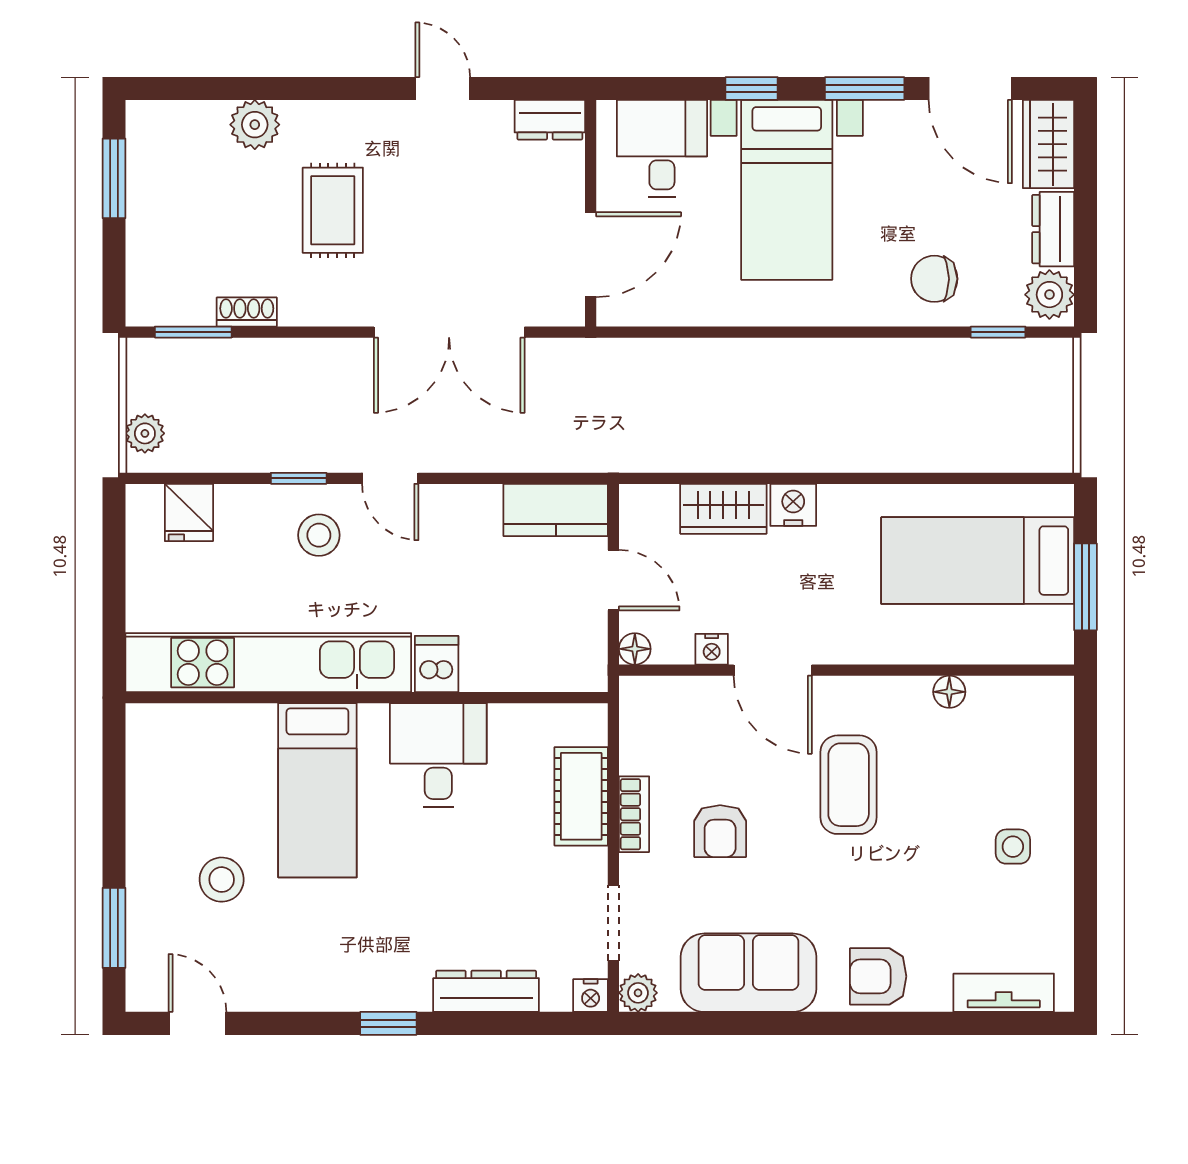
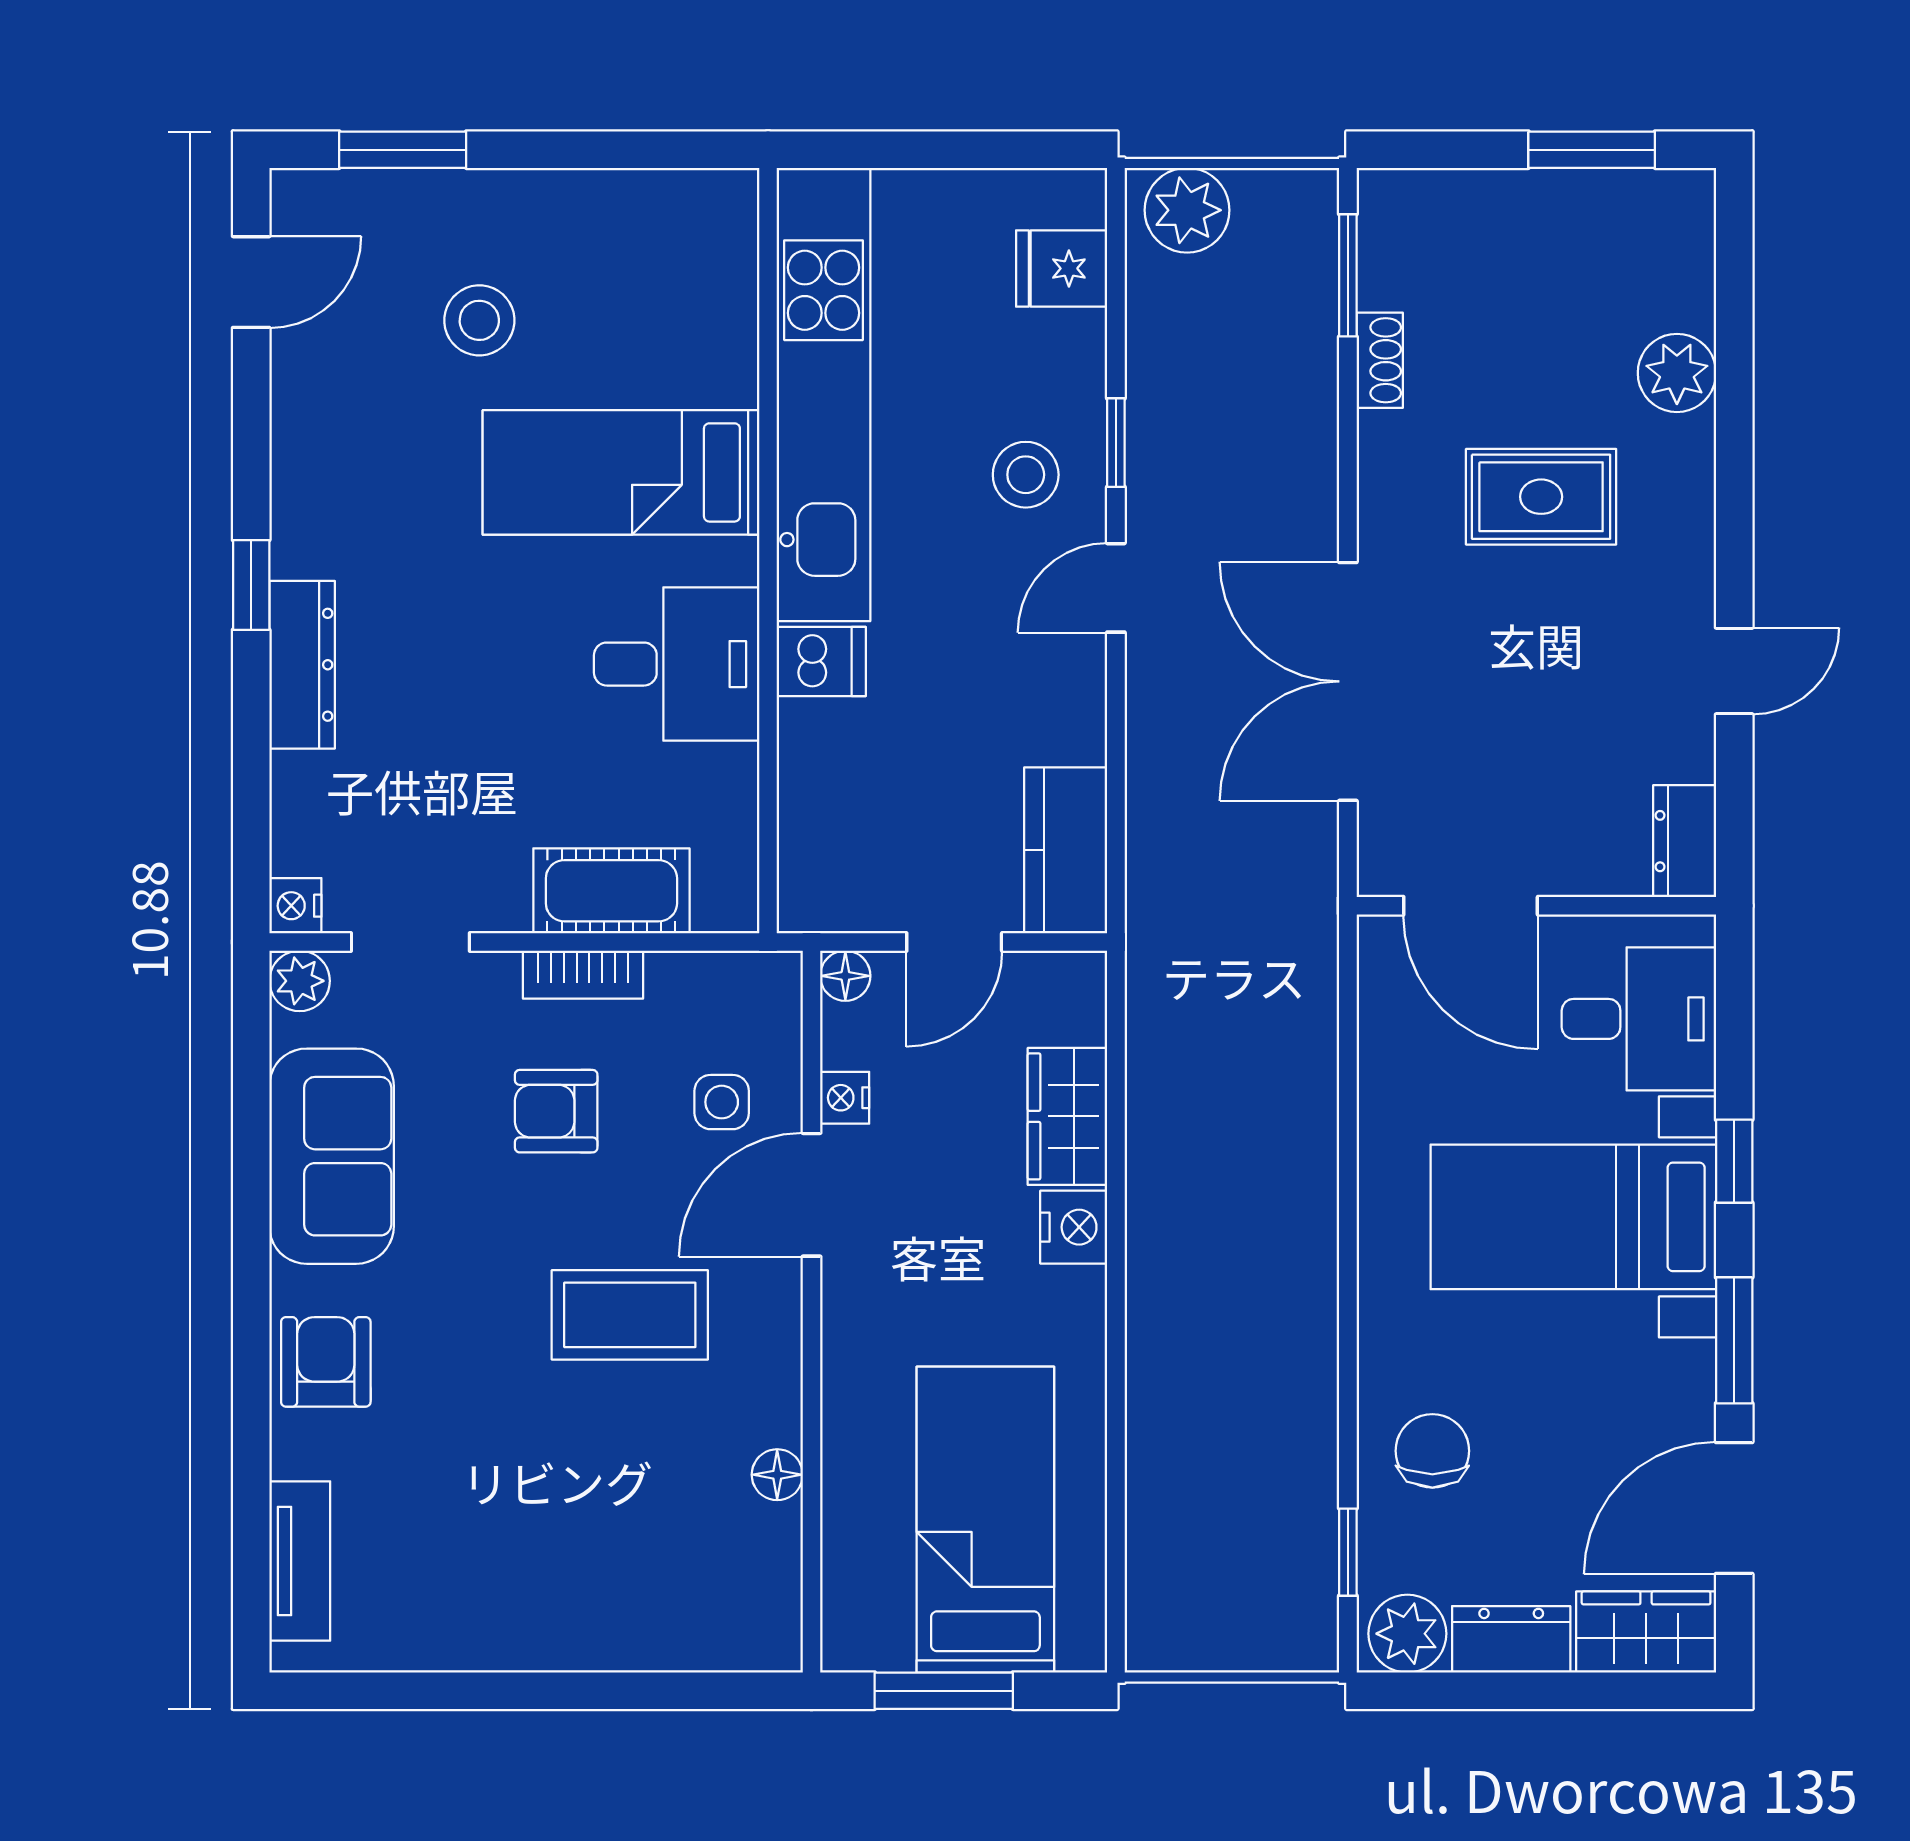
plant: (145, 433) -> (1187, 210), width x1.38, depth x1.38
side table: (1013, 847) -> (722, 1102), moved
dresser: (486, 991) -> (302, 665), moved

